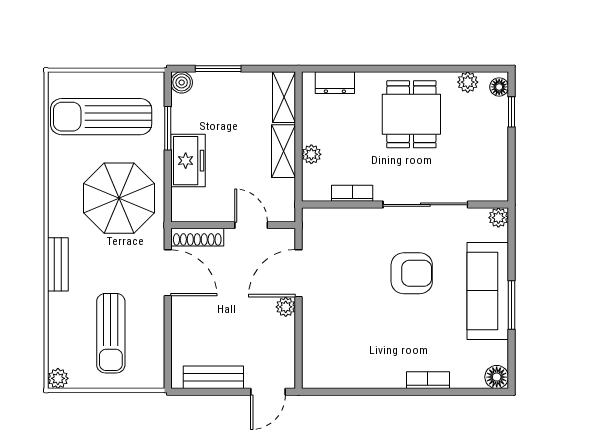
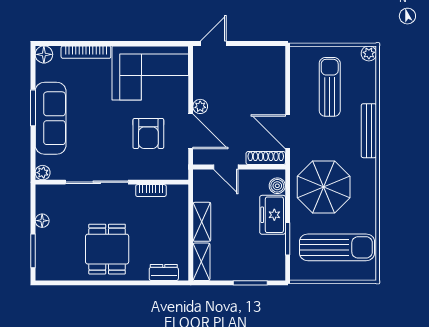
boiler: (182, 82) -> (277, 186), moved
plant: (468, 82) -> (65, 273), removed
floor lamp: (499, 87) -> (42, 221), moved
window: (511, 112) -> (33, 251), width x1.50
plant: (311, 154) -> (181, 219), removed
bench: (58, 264) -> (369, 131), width x1.36
door: (299, 273) -> (191, 131), hinge flipped
armchair: (412, 273) -> (148, 133), moved, turned -90
corner sofa: (353, 352) -> (150, 73), added
bench: (213, 377) -> (254, 54), removed
bookcase: (428, 380) -> (86, 52), width x1.56

